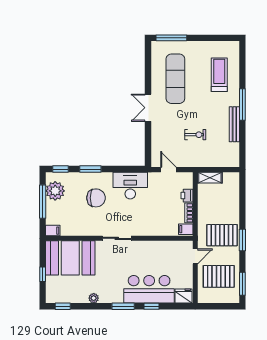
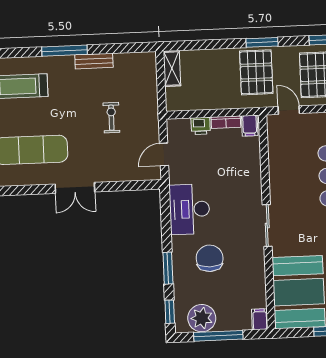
bench: (234, 124) -> (94, 61), width x0.73
shelving: (210, 178) -> (172, 69), moved

